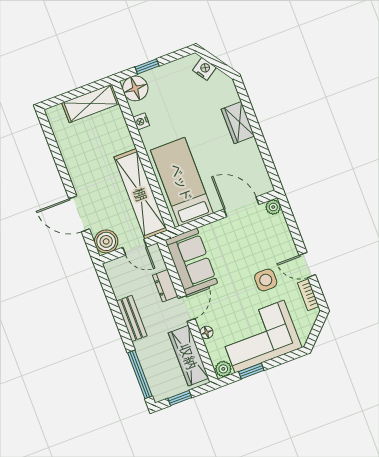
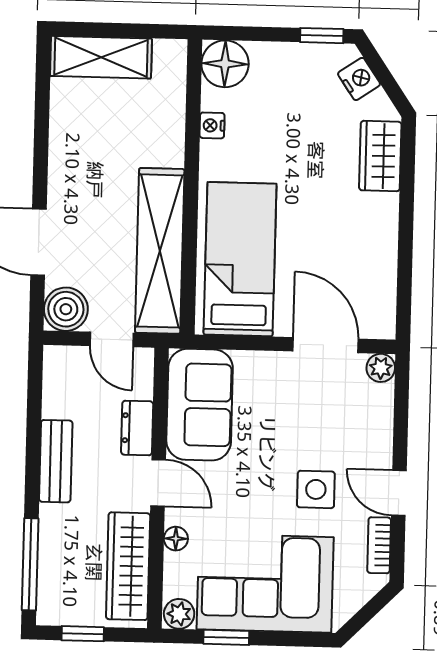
window: (147, 66) -> (322, 36), moved
shelving: (91, 103) -> (101, 57), moved
wardrobe: (238, 123) -> (380, 156), moved
door: (187, 308) -> (158, 483), hinge flipped

